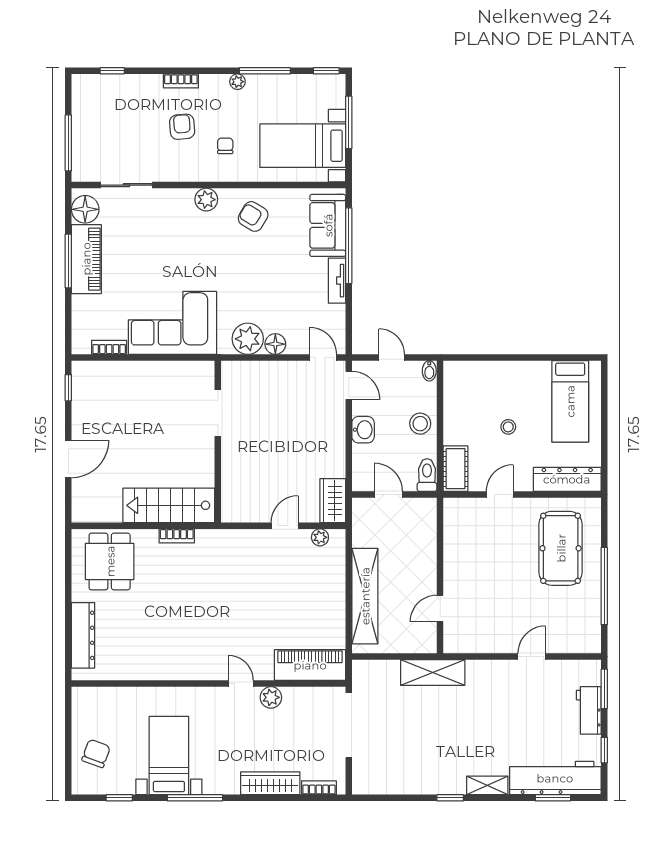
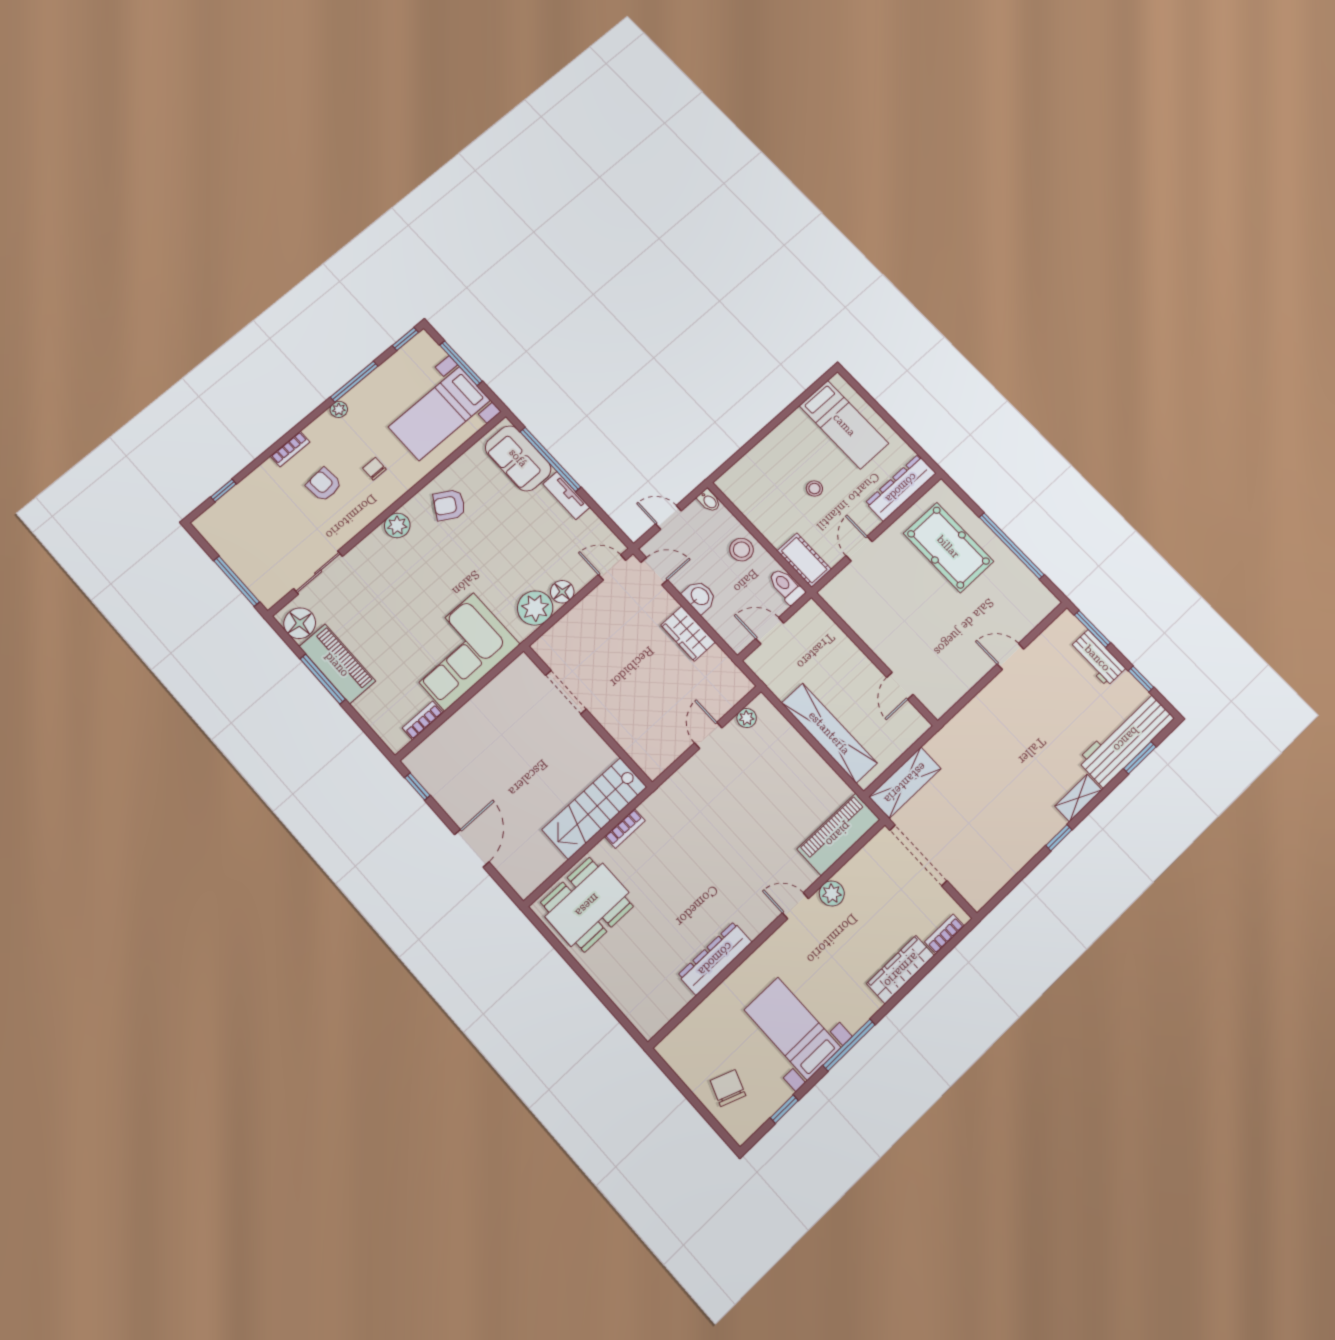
wardrobe: (333, 501) -> (688, 634), moved
dining table: (110, 561) -> (587, 905), width x1.38
dresser: (83, 635) -> (715, 959), moved, turned -90
door: (532, 657) -> (1010, 657), hinge flipped
shelving: (433, 673) -> (905, 783), moved

